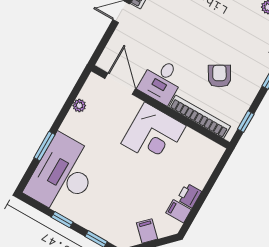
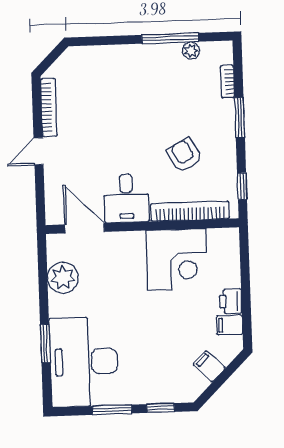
plant: (79, 106) -> (63, 278), width x1.88, depth x1.88
corner desk: (153, 135) -> (177, 259), moved
window: (62, 220) -> (112, 410), width x1.50

